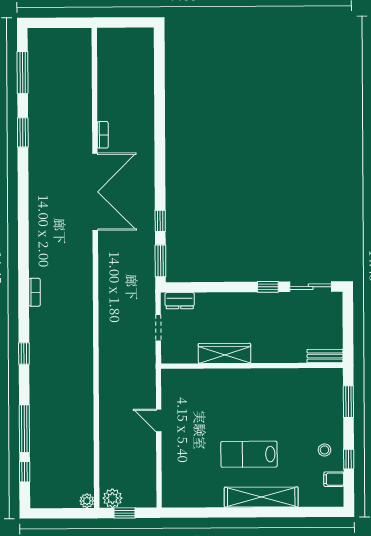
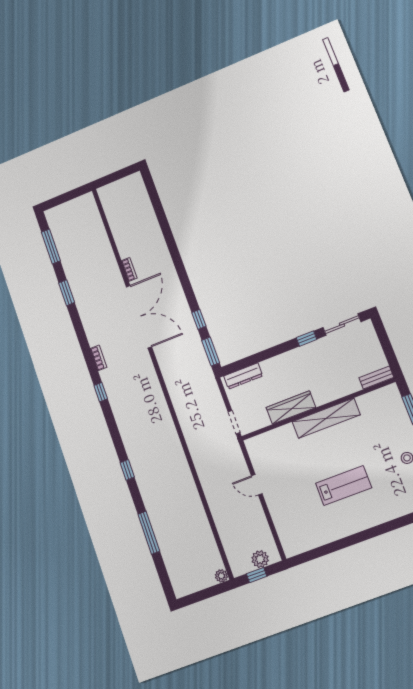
bookcase: (34, 292) -> (99, 358), moved
dresser: (180, 301) -> (243, 376), width x1.44
doorway: (158, 328) -> (234, 422), moved
lab bench: (249, 454) -> (344, 485), turned 180
window: (25, 472) -> (101, 392), moved
shelving: (261, 497) -> (326, 418), moved
plant: (112, 498) -> (260, 559), moved

